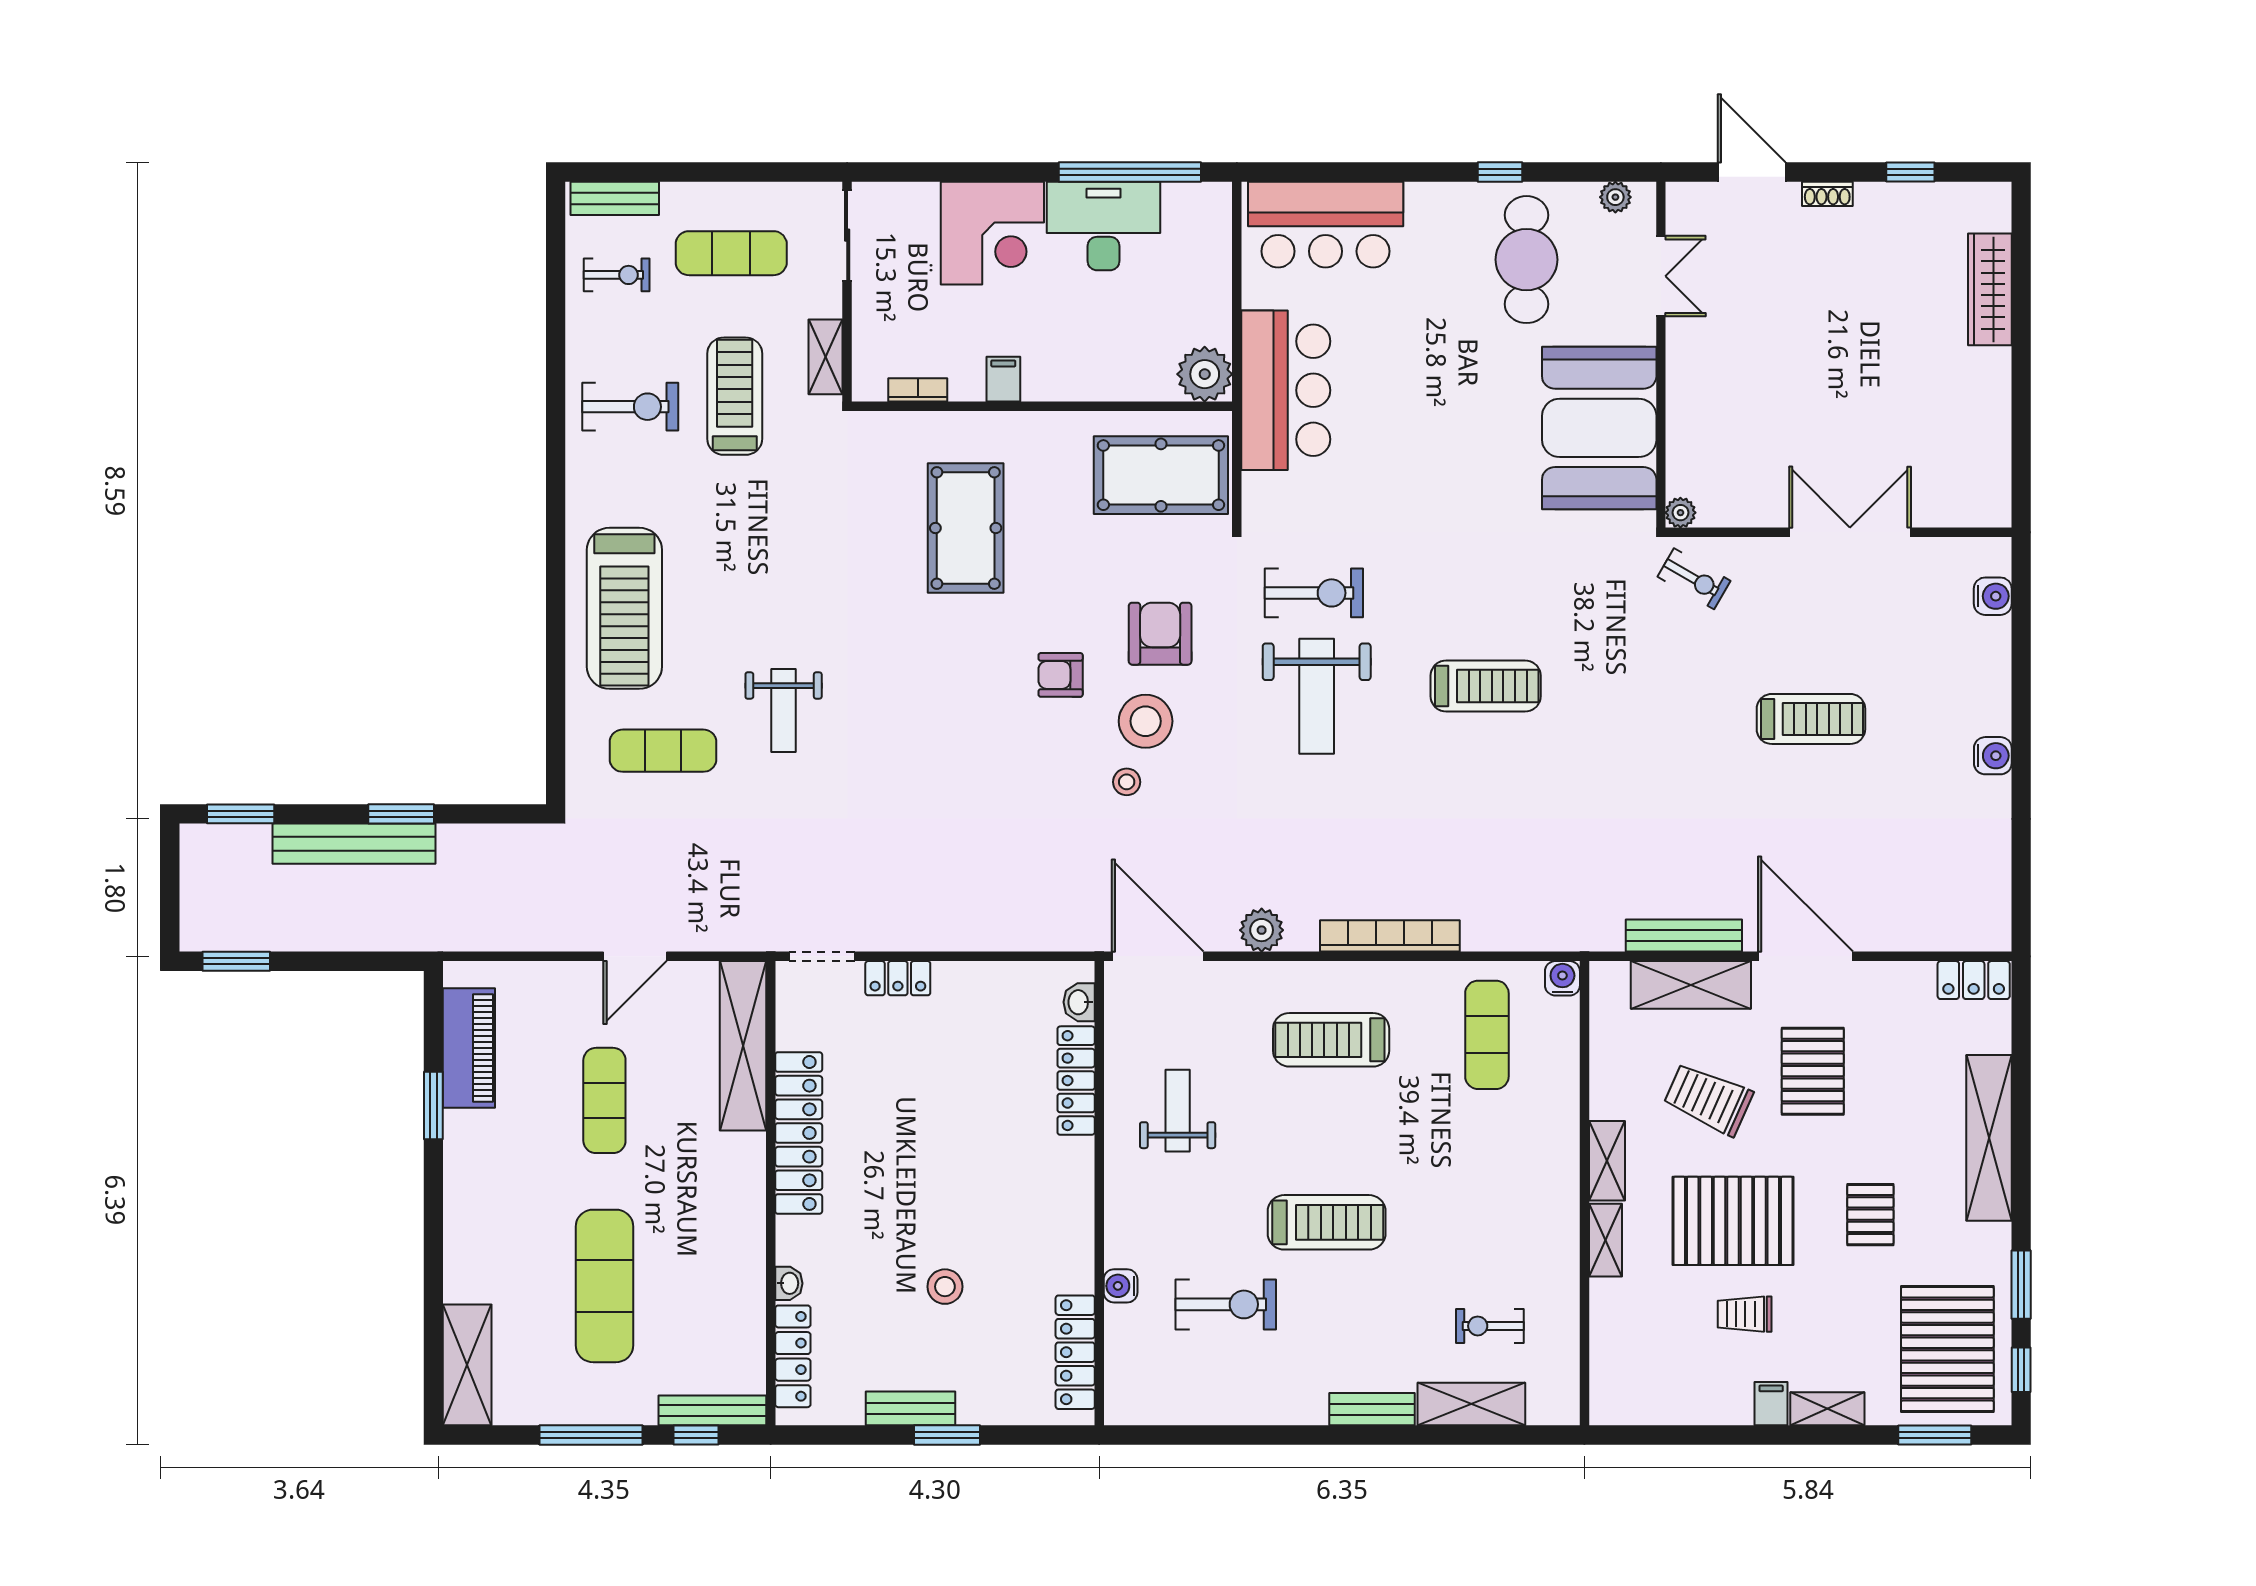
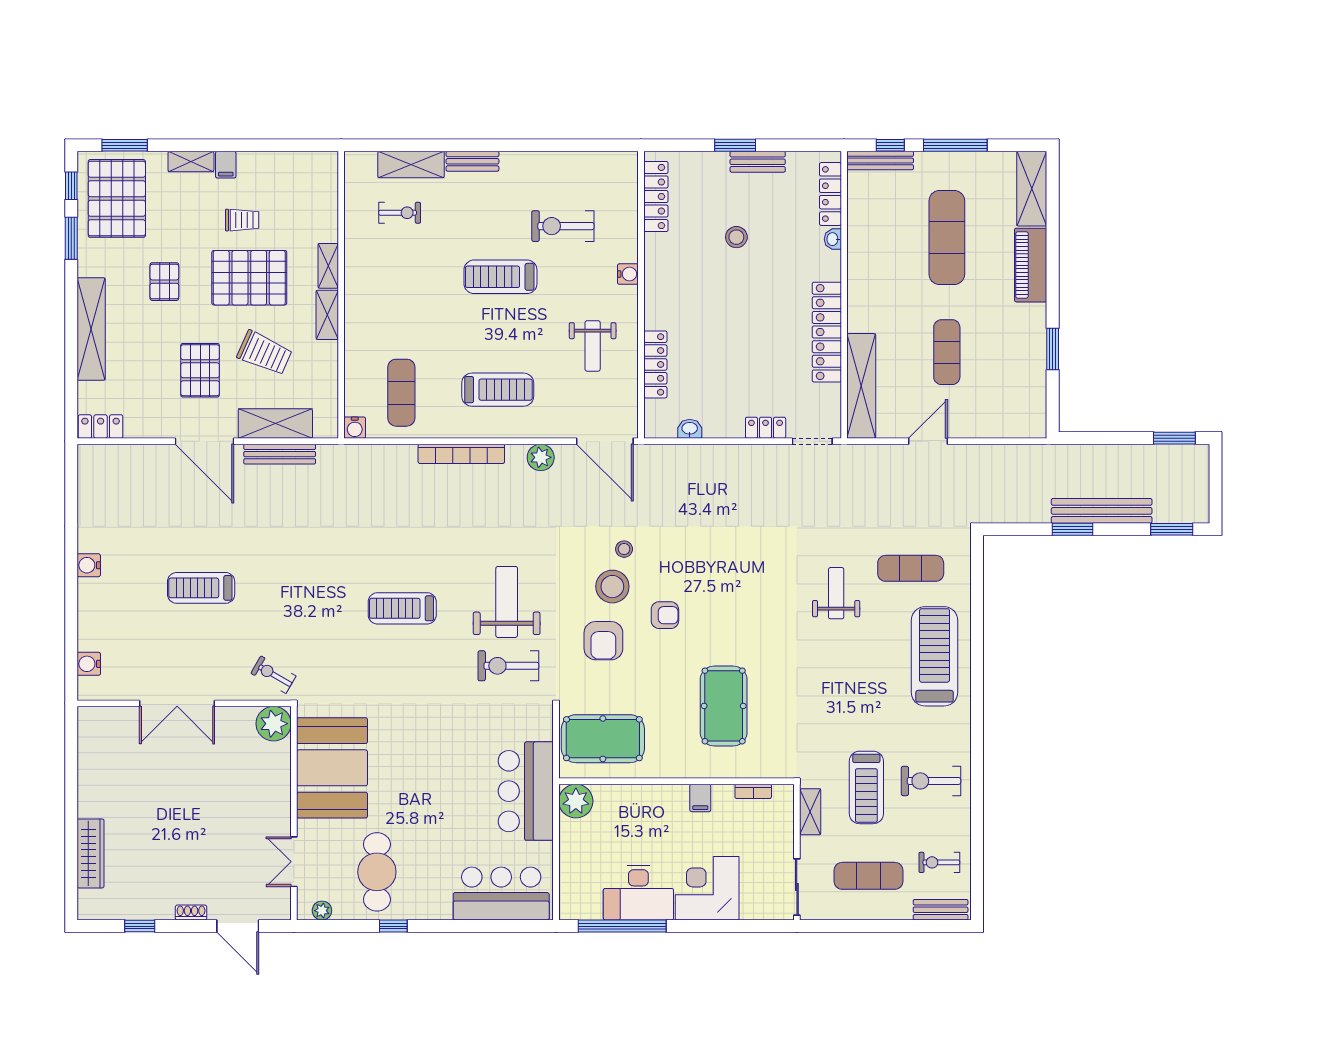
plant: (1680, 513) -> (274, 724), width x1.88, depth x1.88
washbasin: (1079, 1002) -> (690, 429), moved, turned -90
piano: (469, 1048) -> (1031, 265), moved
water cooler: (1121, 1286) -> (628, 274), moved

